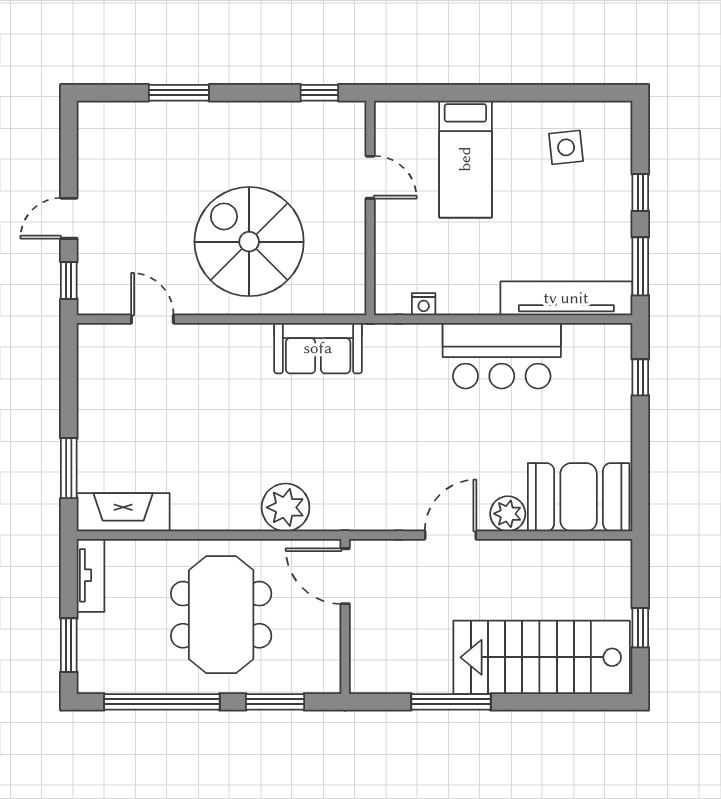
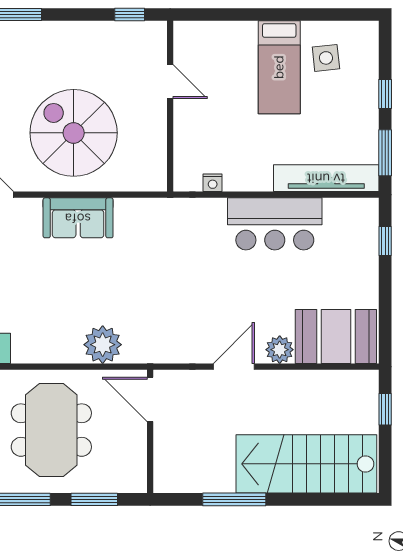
bed: (465, 159) -> (279, 67), moved
sofa: (318, 348) -> (78, 218), moved
window: (640, 628) -> (385, 409), moved

